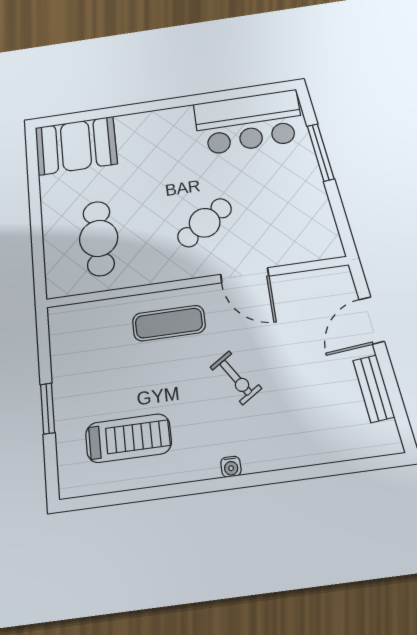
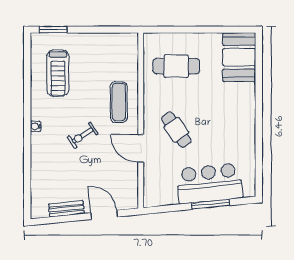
bar counter: (249, 122) -> (209, 183), moved, turned 84
door: (245, 275) -> (141, 148), hinge flipped
window: (48, 409) -> (53, 30), moved

